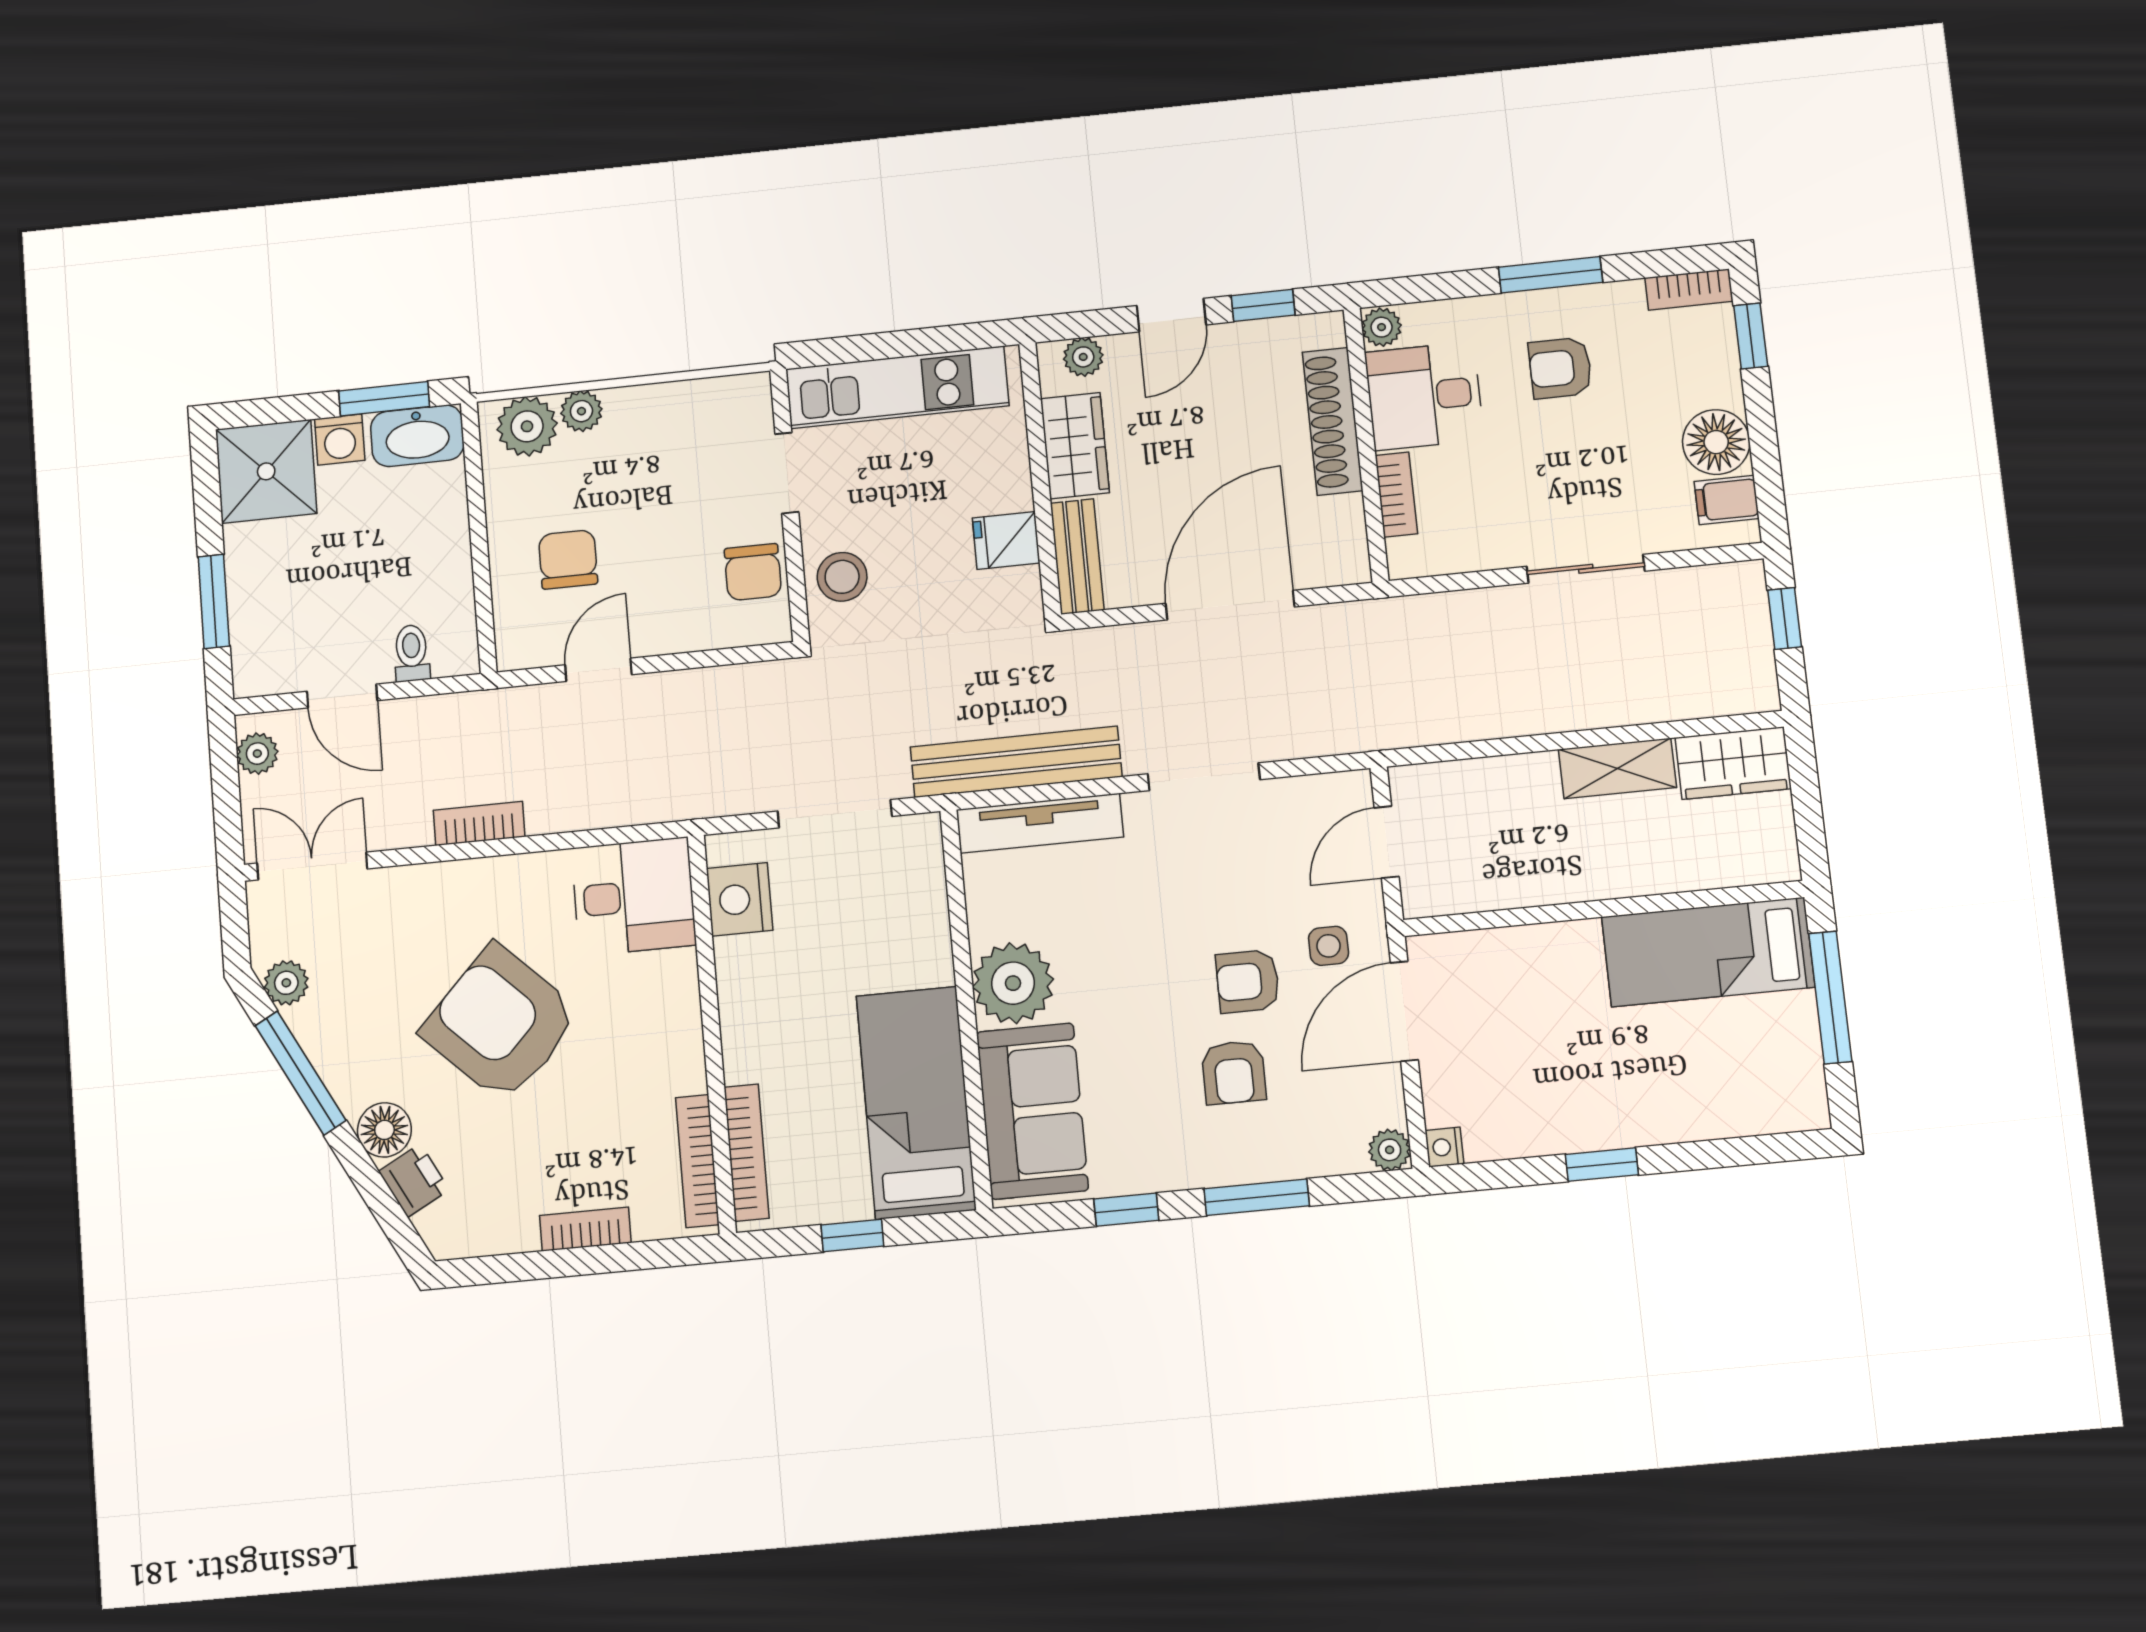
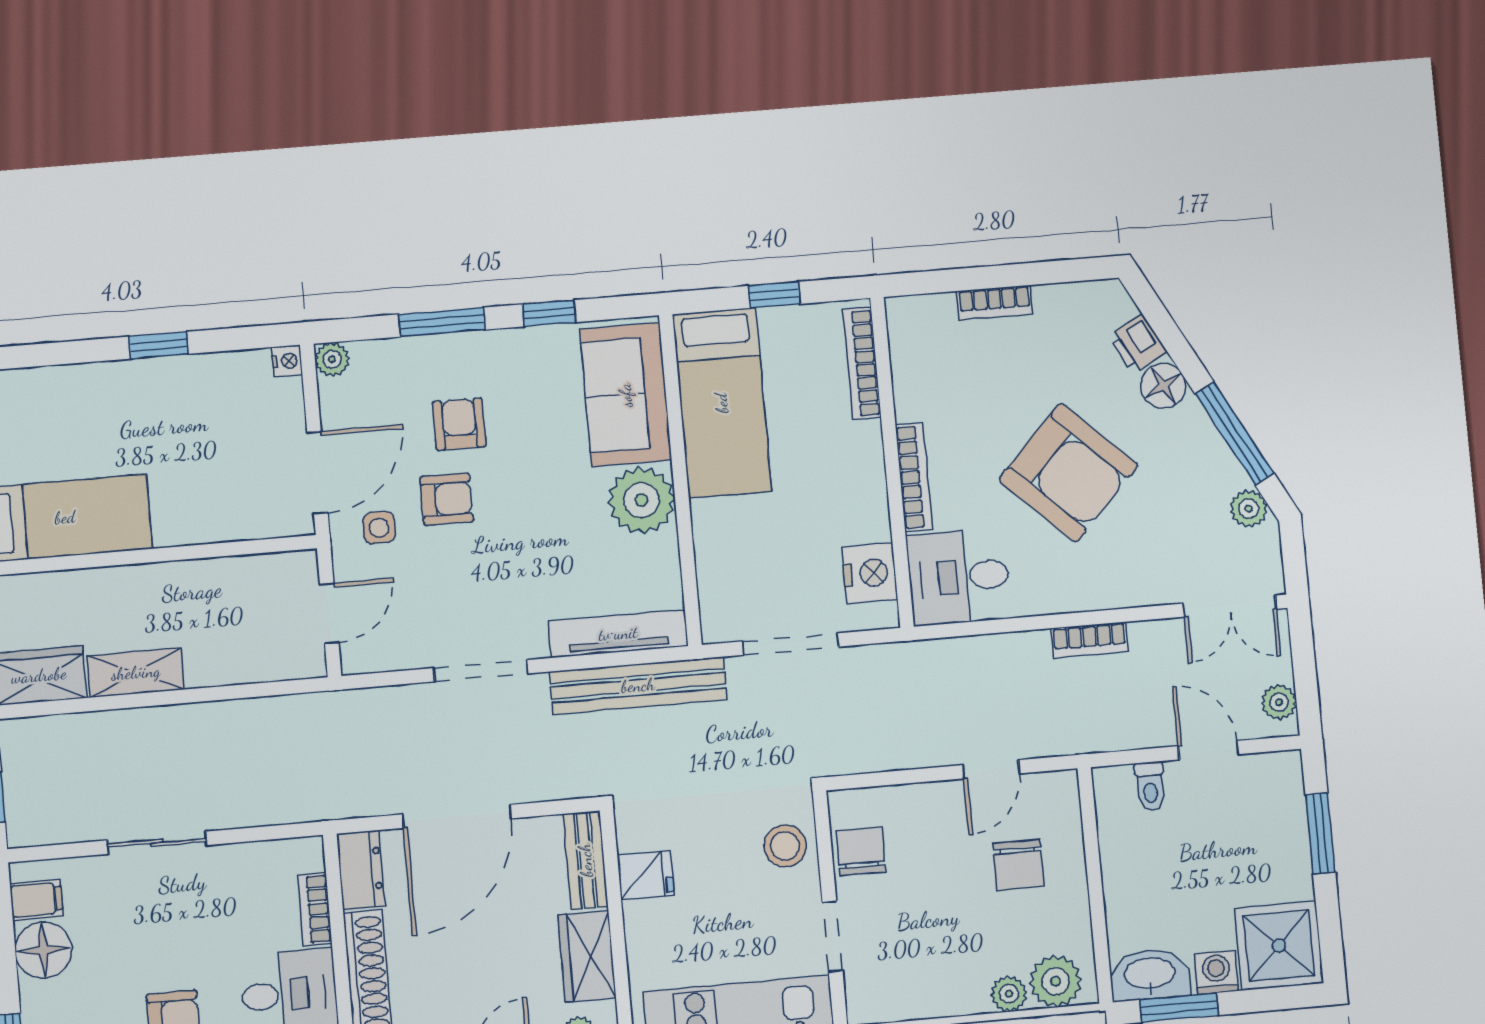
dresser: (1343, 541) -> (361, 870), added
bookcase: (697, 1161) -> (914, 477), moved

